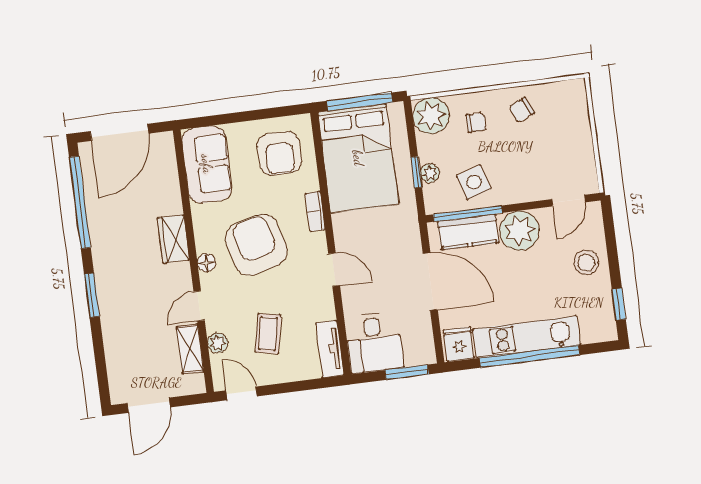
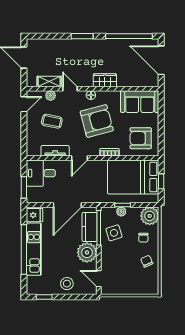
window: (360, 102) -> (161, 181), width x0.46
tv unit: (330, 349) -> (55, 151), moved

